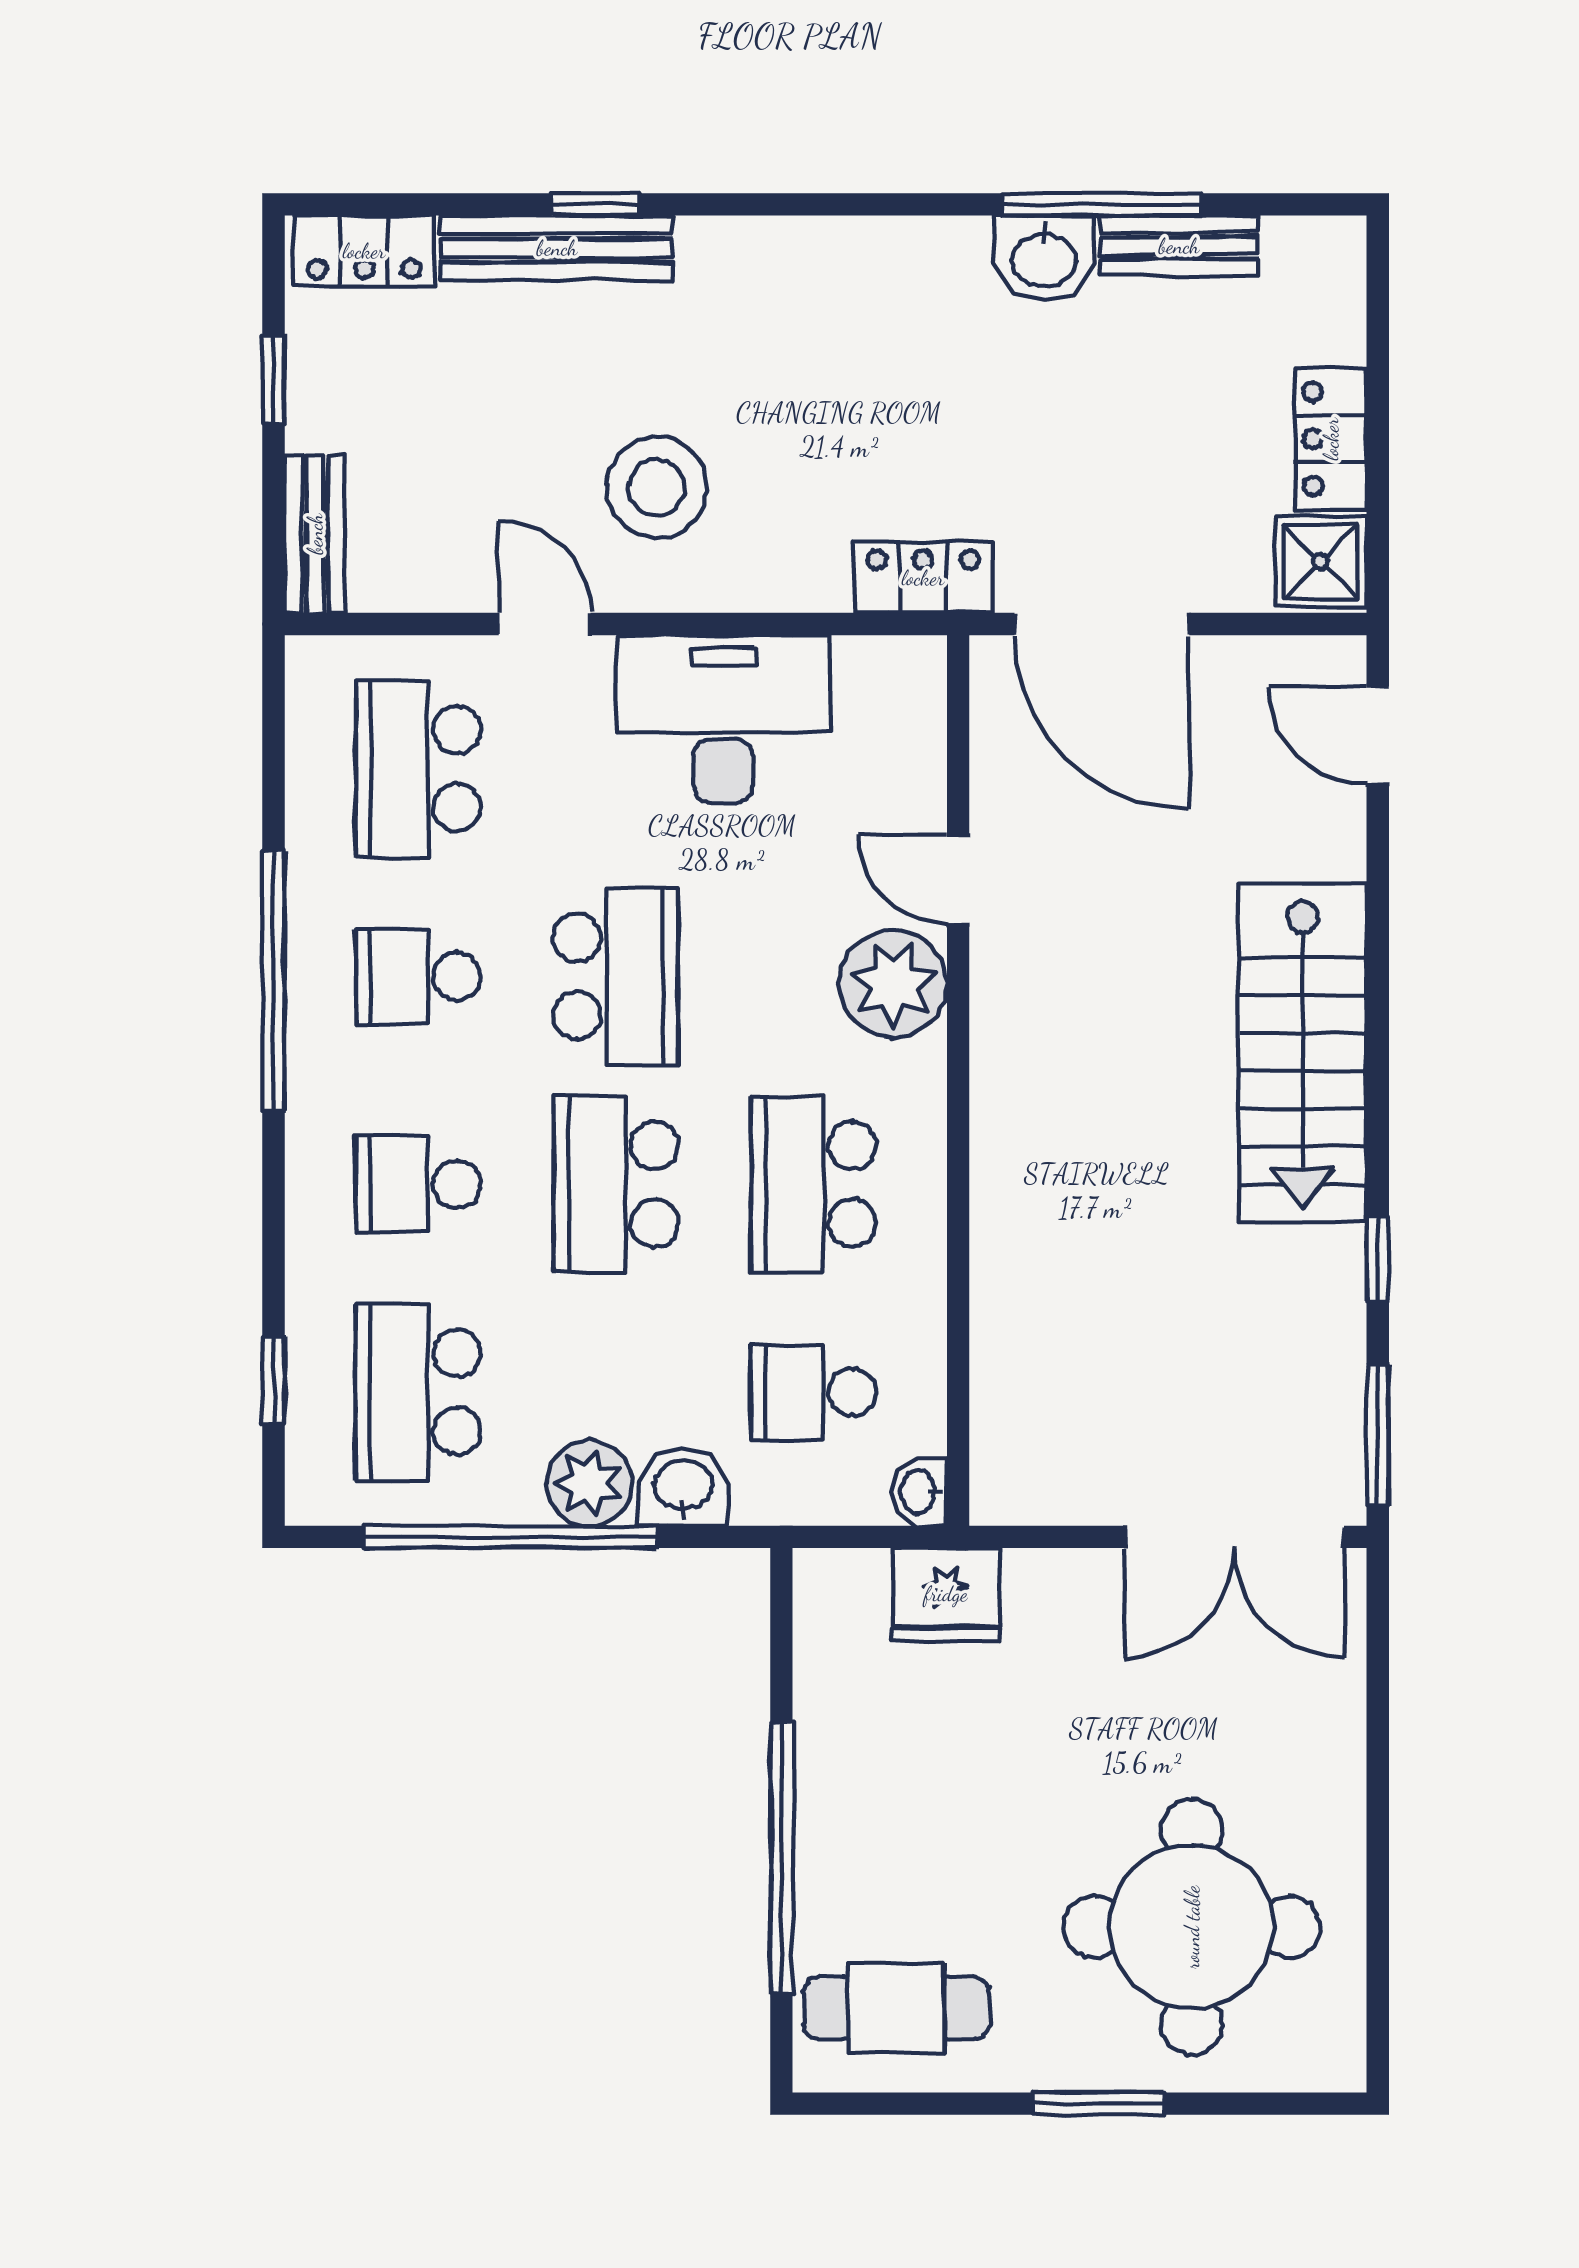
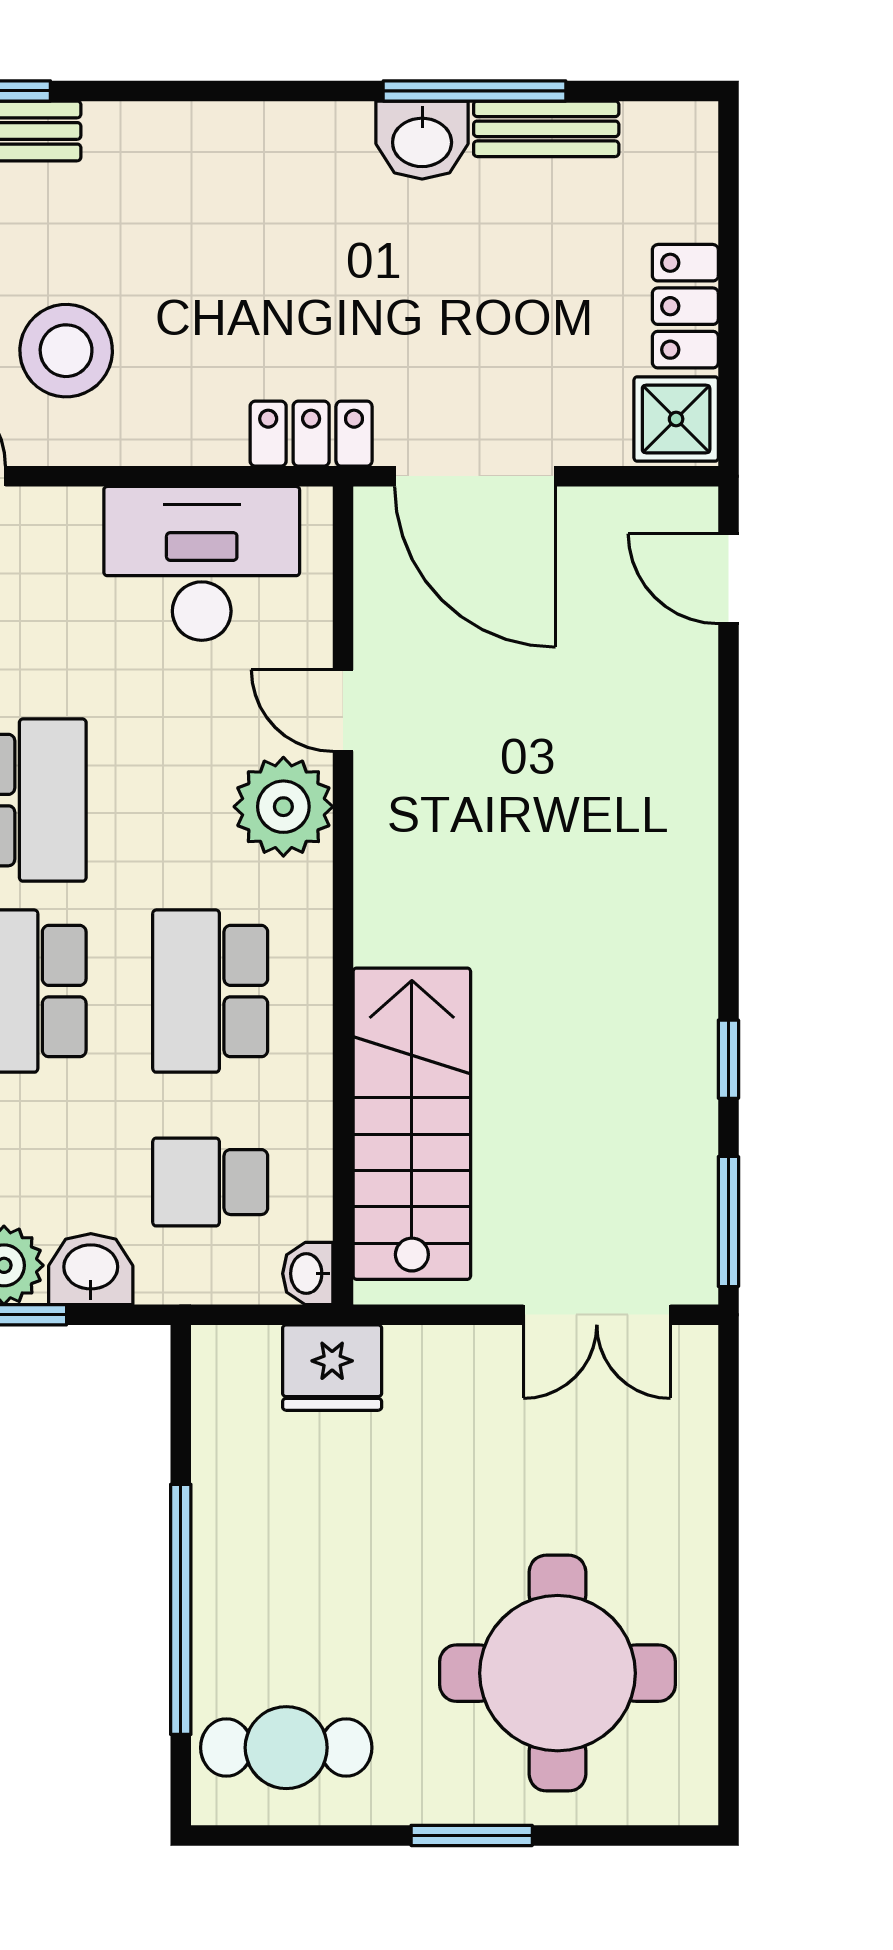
desk: (723, 719) -> (202, 563), moved
stairs: (1303, 1053) -> (412, 1124), moved, turned 180
double door: (1234, 1537) -> (597, 1315), width x0.73

